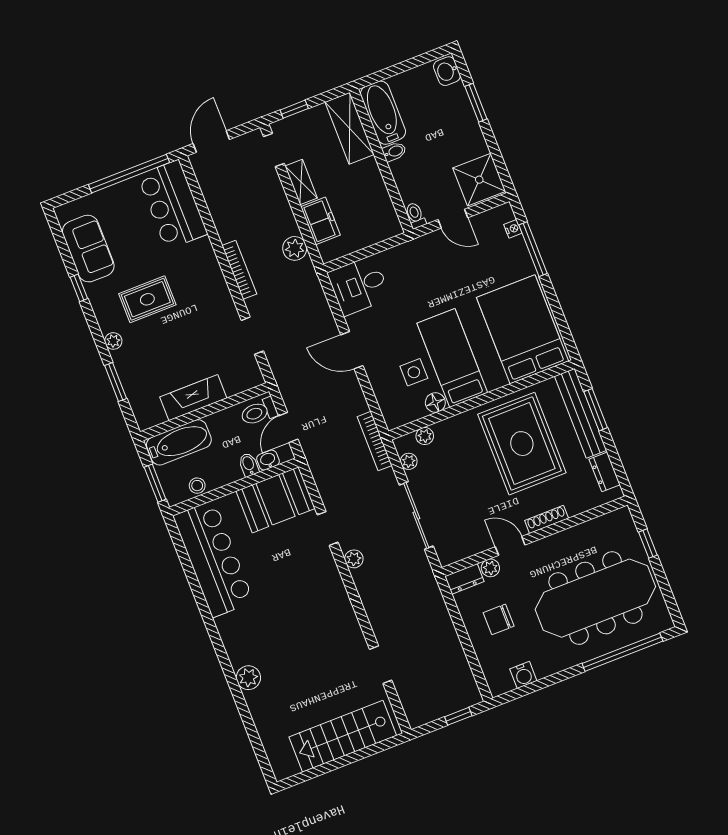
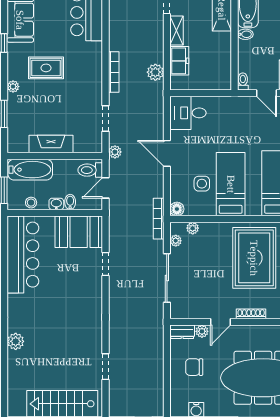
floor lamp: (435, 403) -> (177, 209), moved
washbasin: (268, 460) -> (56, 204), moved
door: (510, 546) -> (221, 322), swing flipped
plant: (354, 559) -> (115, 152), moved

